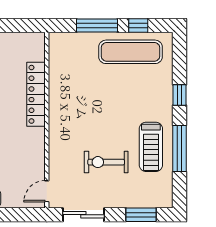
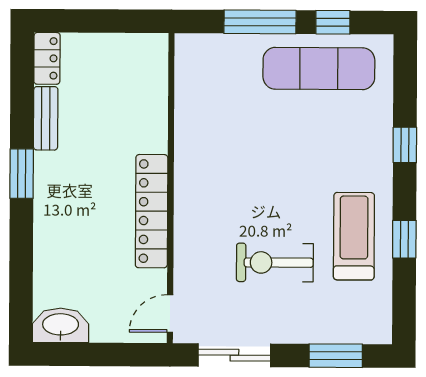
locker: (36, 94) -> (152, 211), moved
treadmill: (151, 147) -> (354, 236), turned 180
window: (179, 148) -> (404, 239), width x0.46

